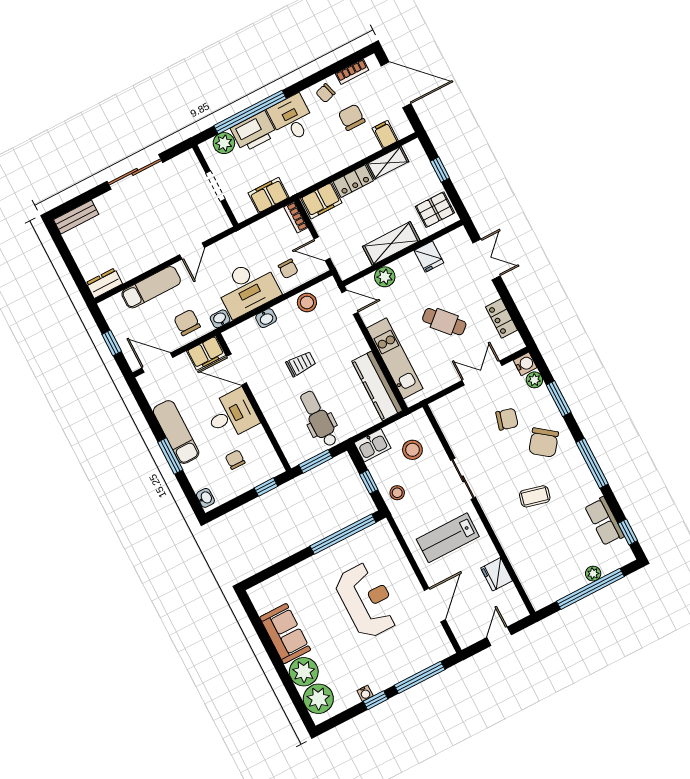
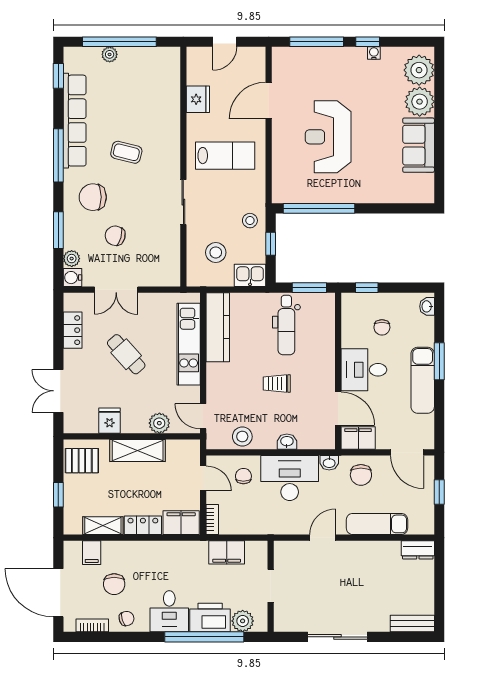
chair: (544, 443) -> (93, 197), turned -127
row of seats: (604, 521) -> (75, 121), width x2.02

